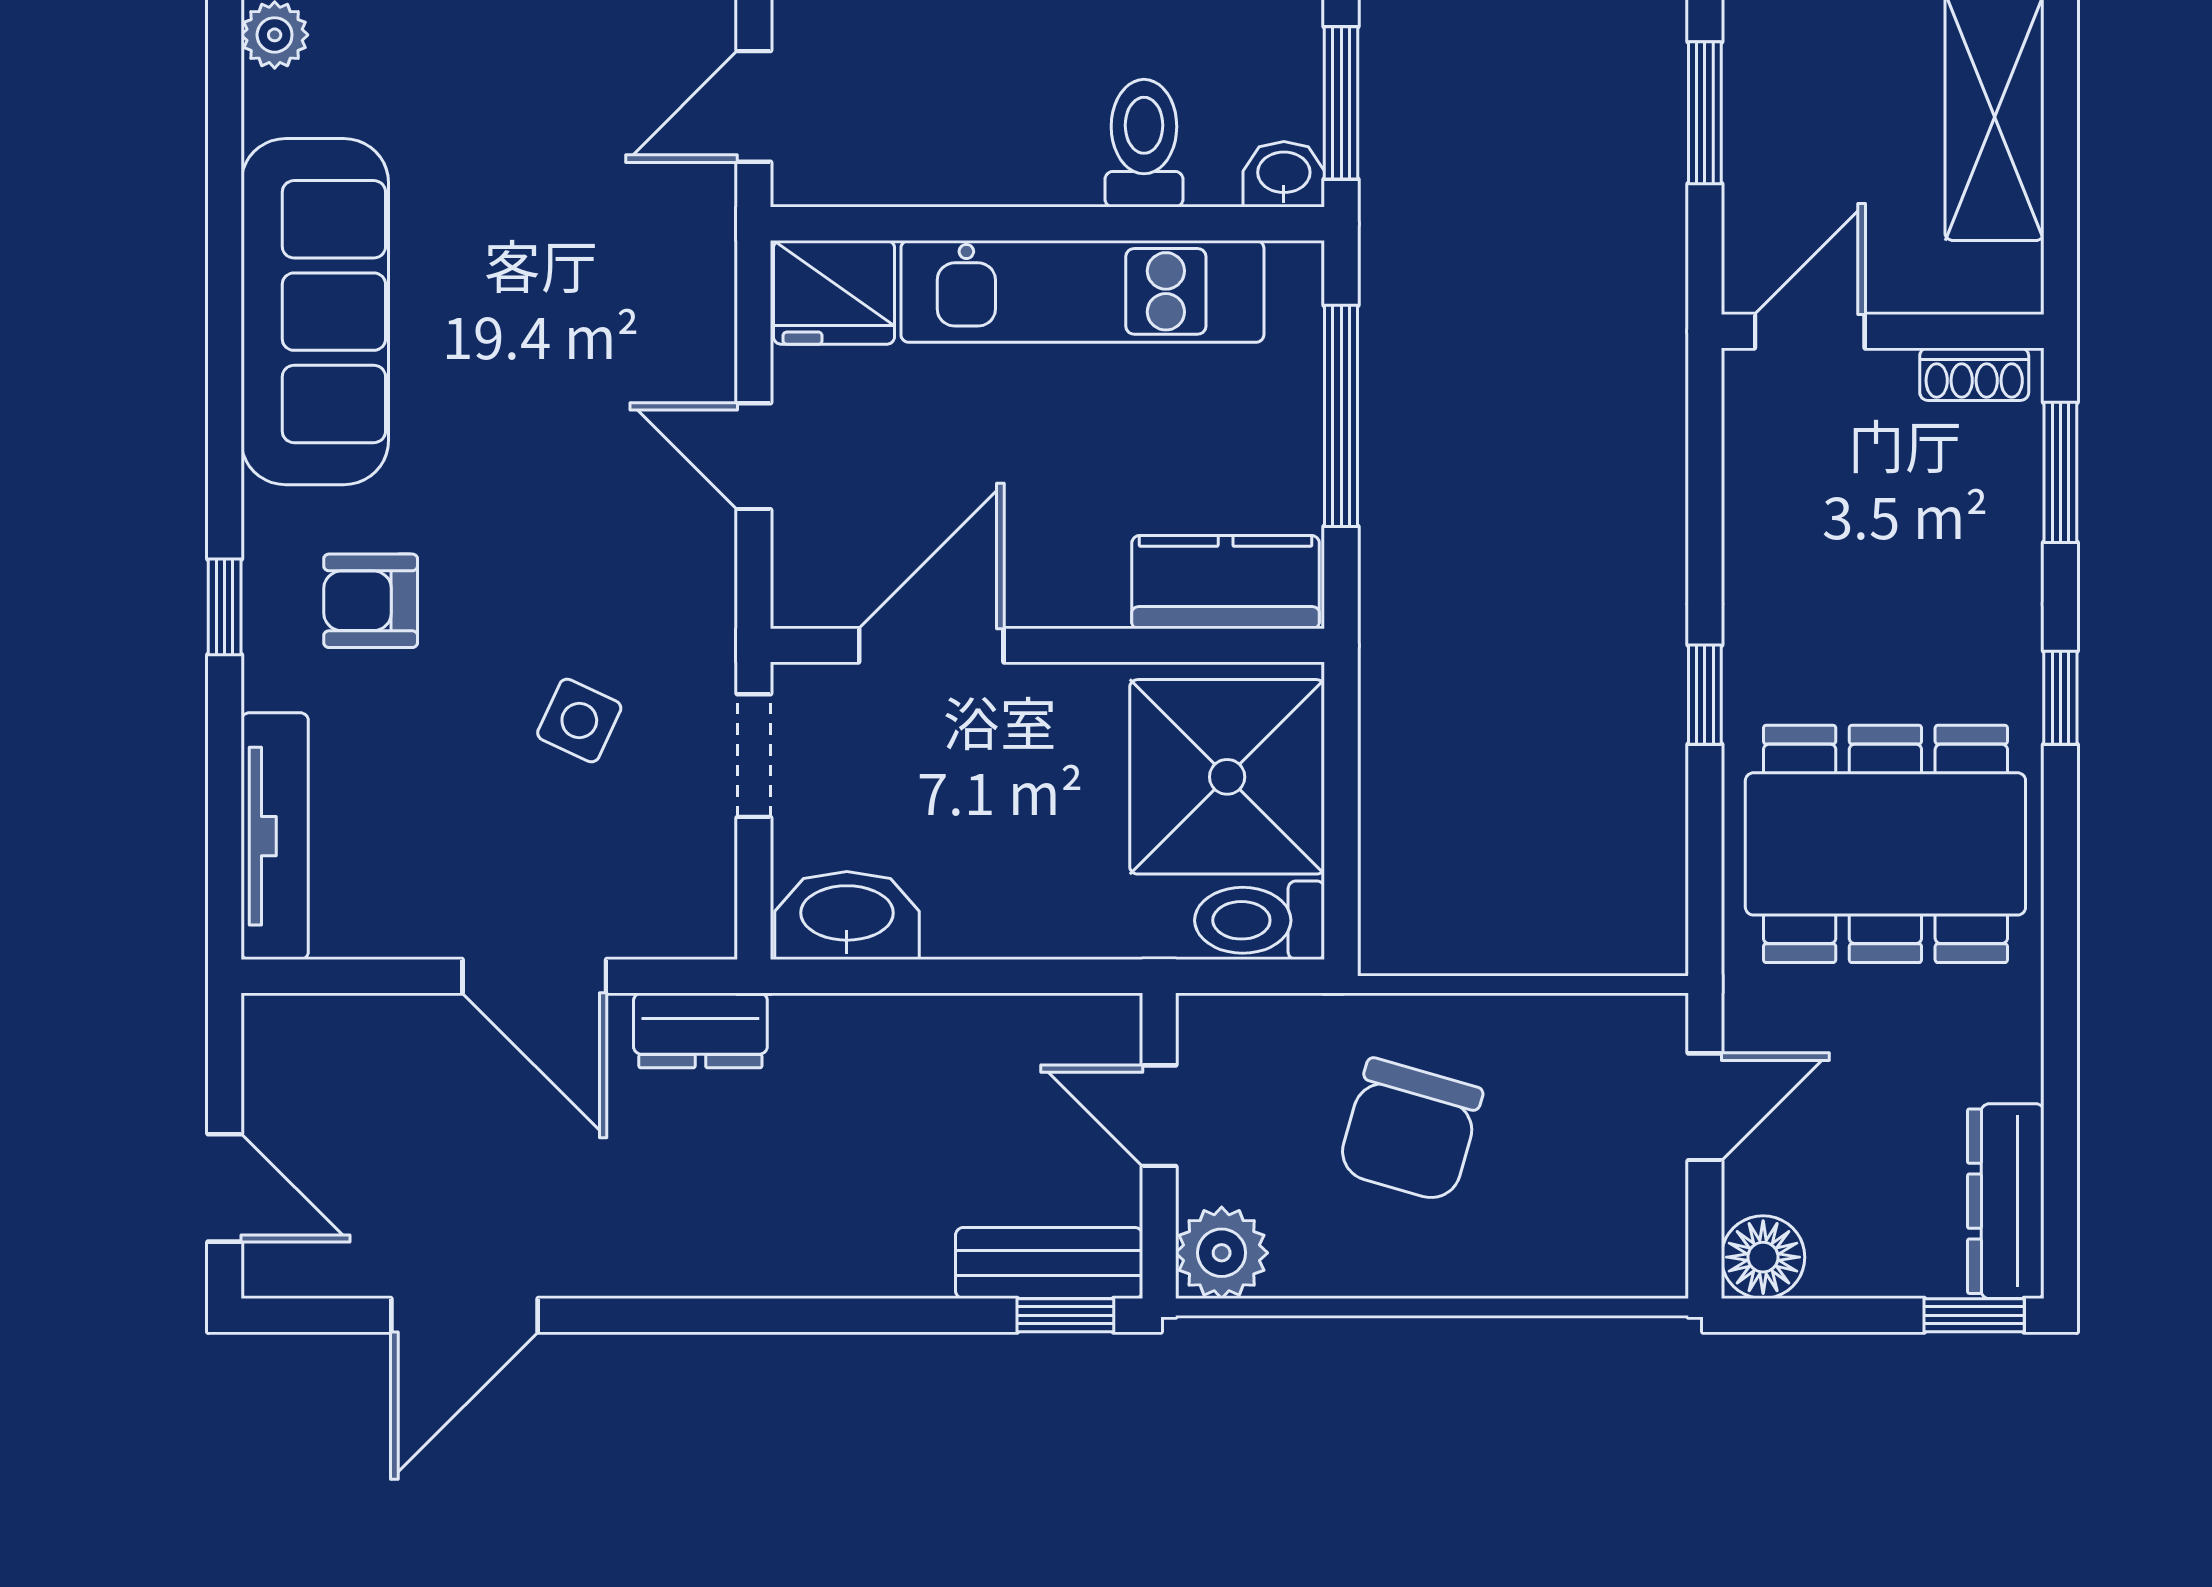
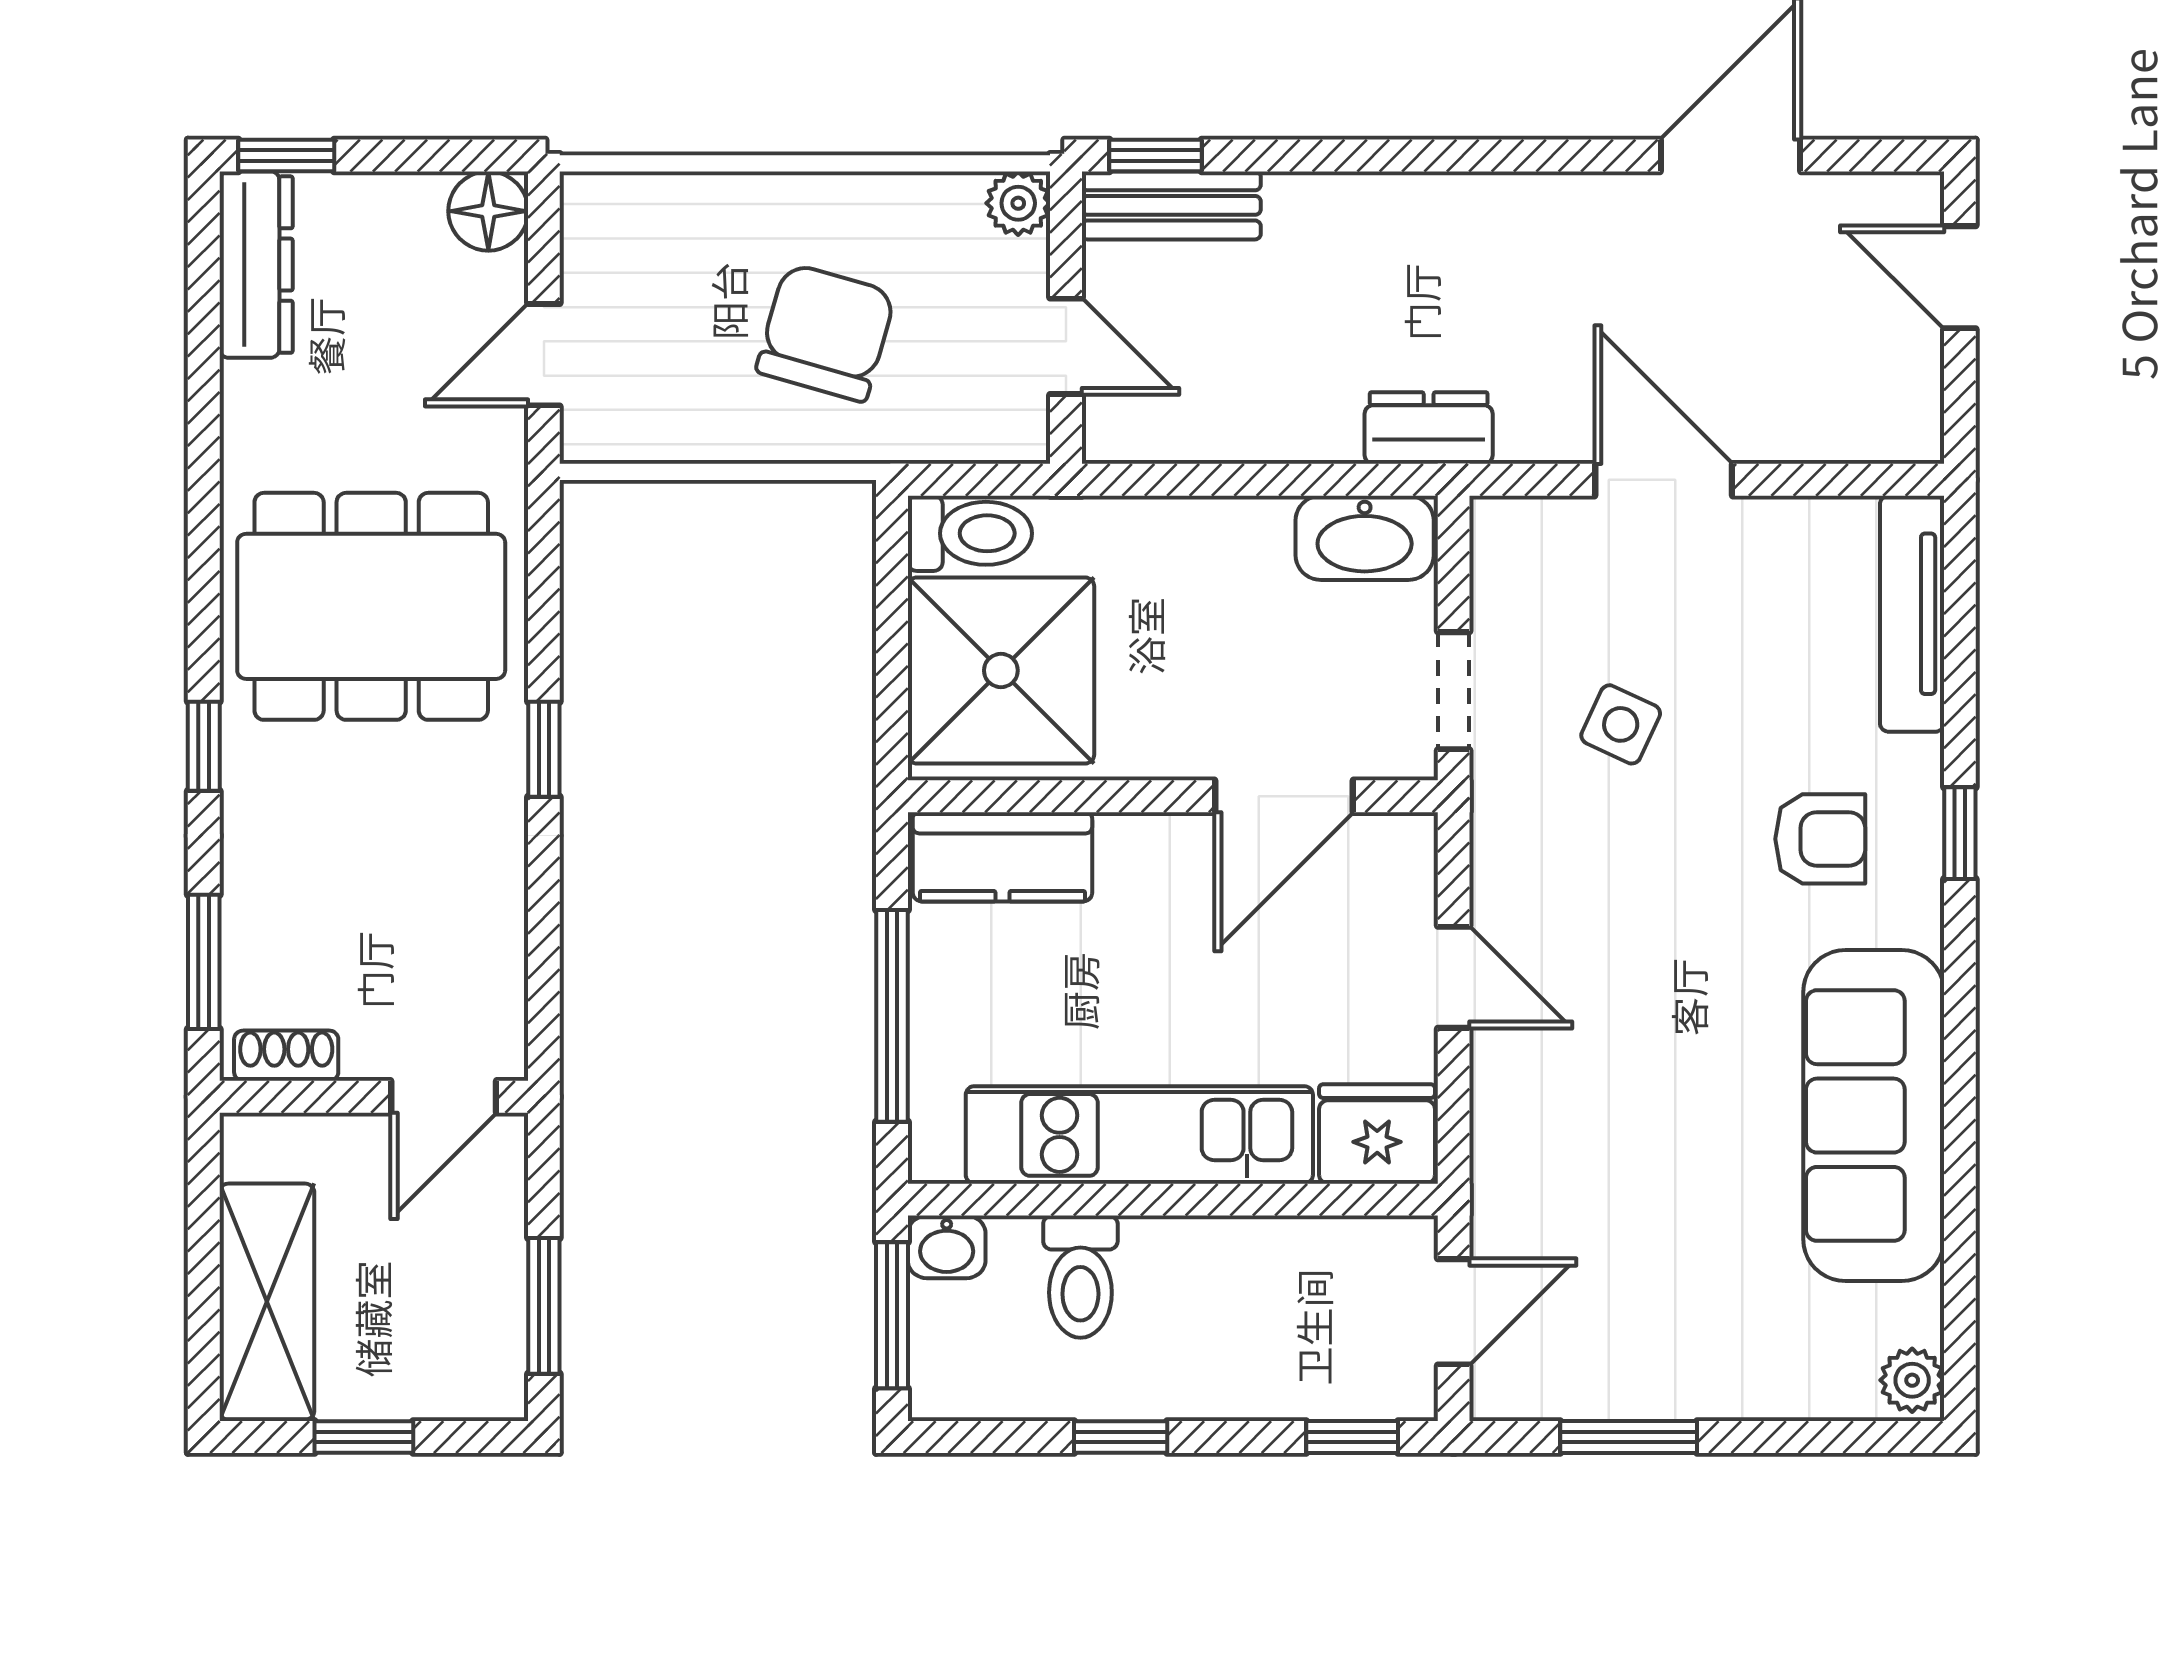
dresser: (700, 1030) -> (1429, 428), moved
plant: (1222, 1253) -> (1018, 203), width x0.73, depth x0.73

